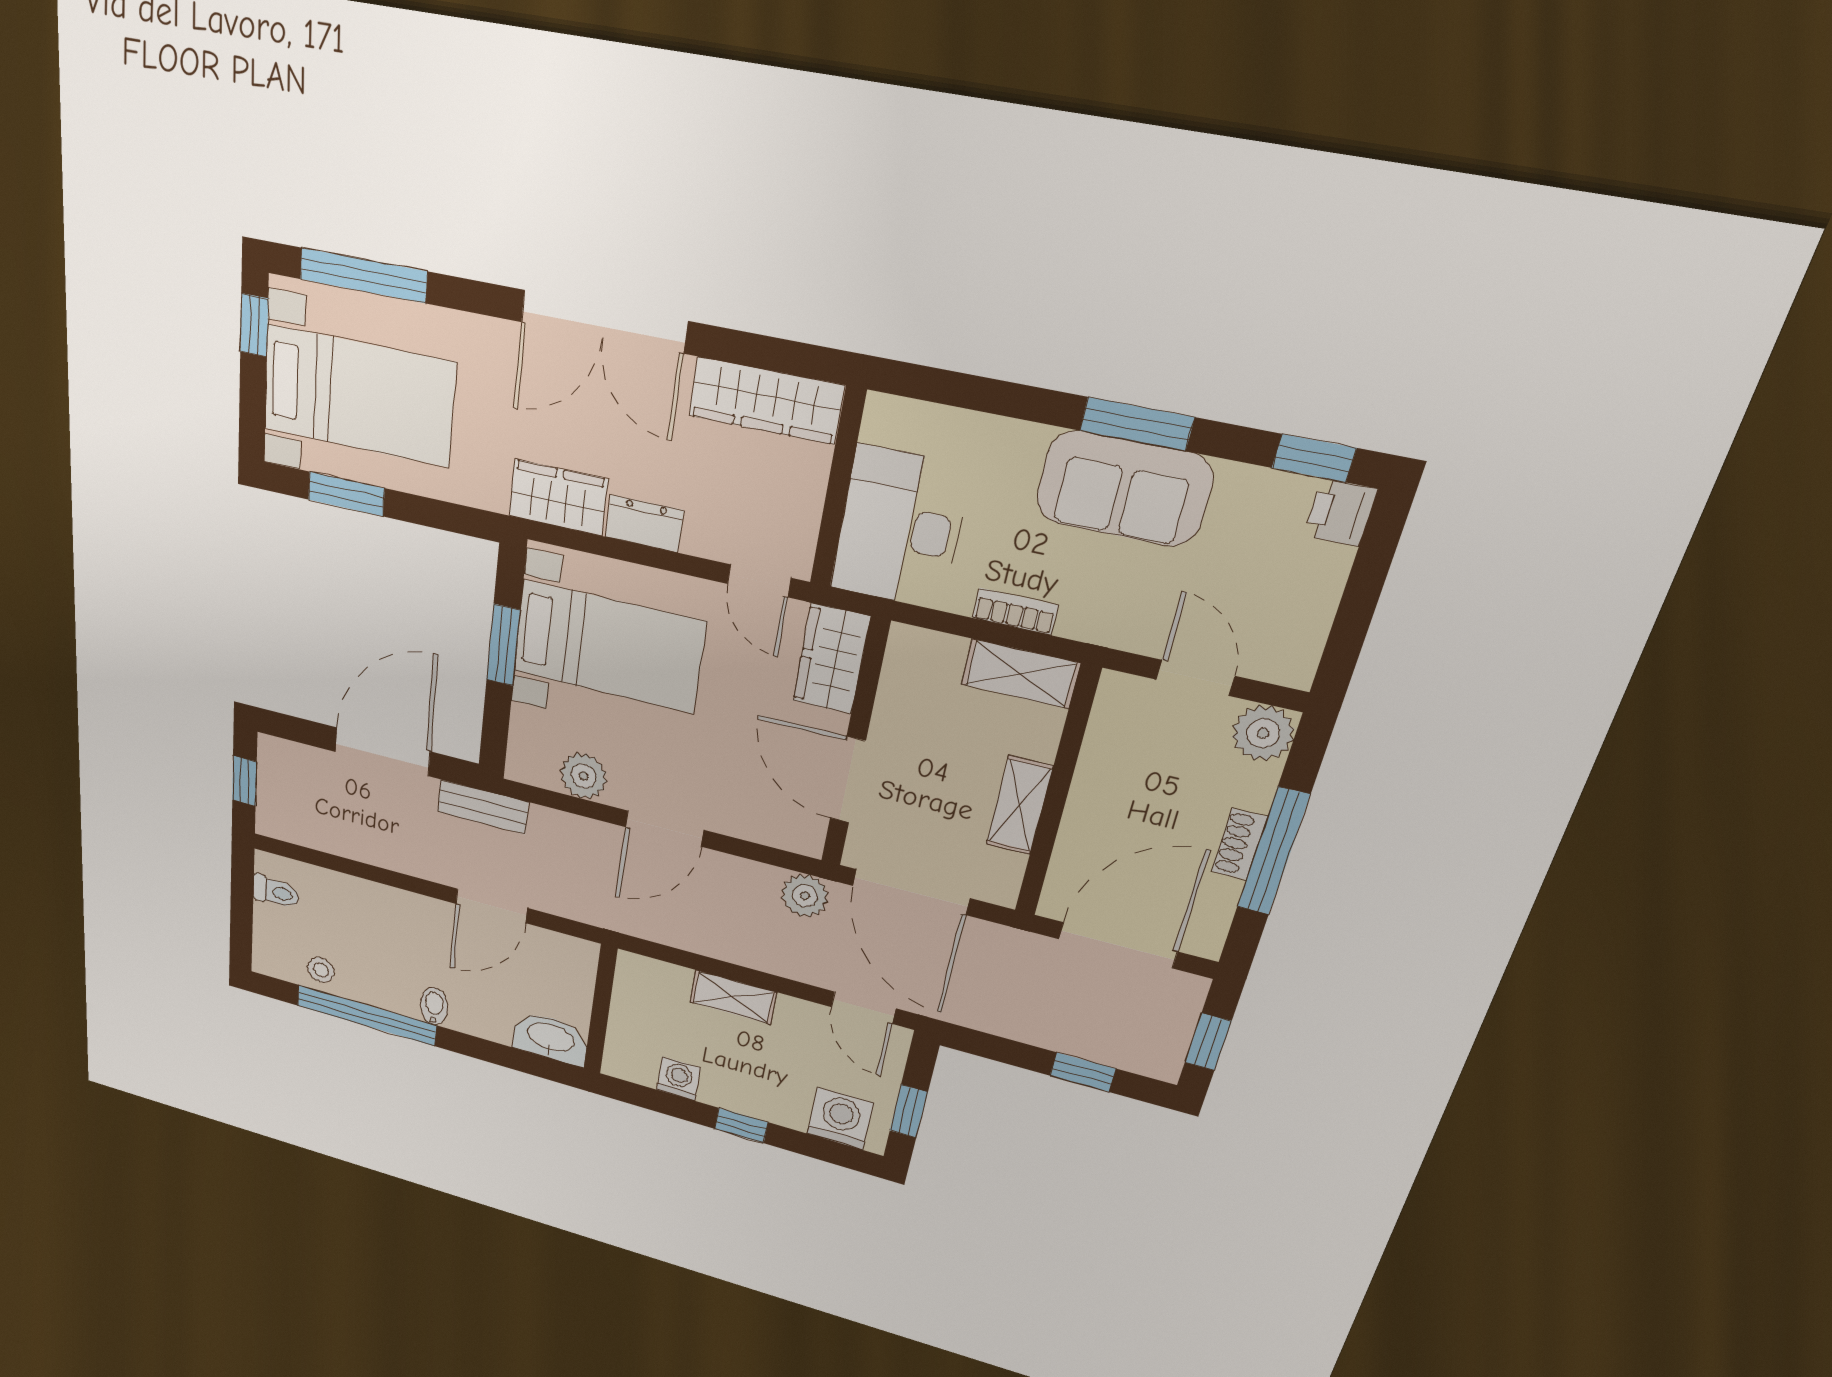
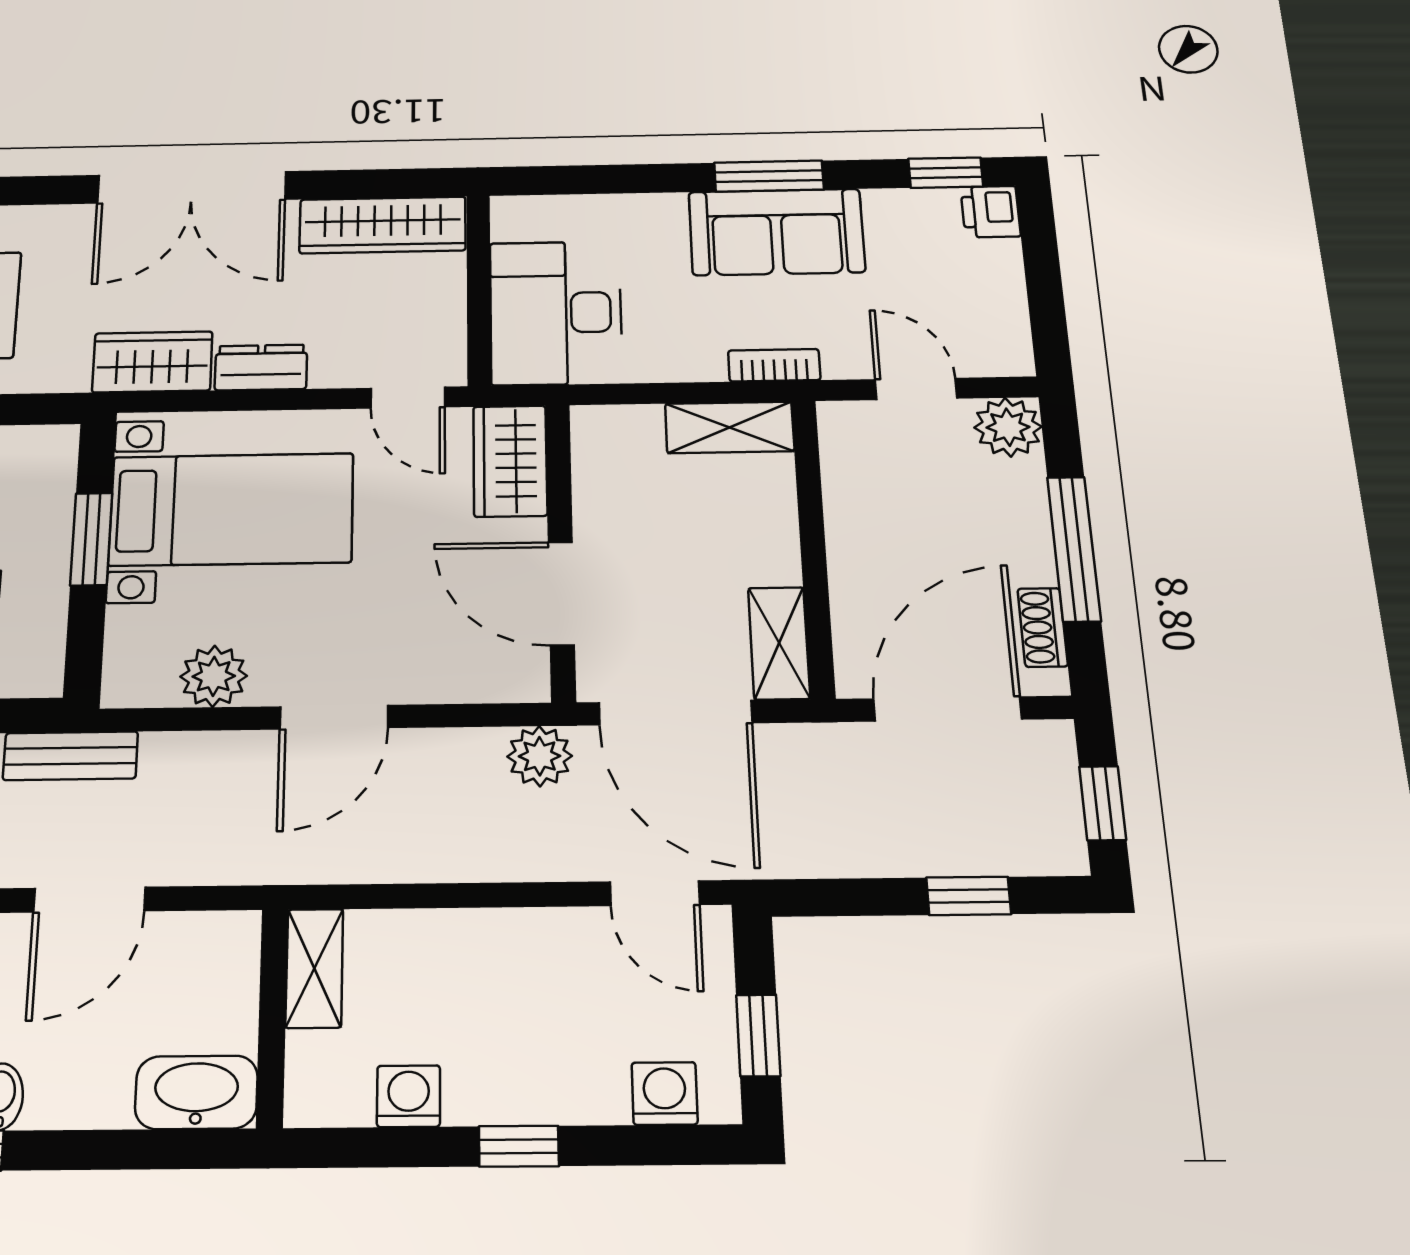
bookcase: (1015, 611) -> (774, 365), moved
shelving: (1019, 805) -> (779, 643), moved
shoe rack: (1239, 844) -> (1043, 627), moved
shelving: (733, 997) -> (314, 968), moved, turned 90
washing machine: (840, 1119) -> (665, 1093), width x0.73, depth x0.73

